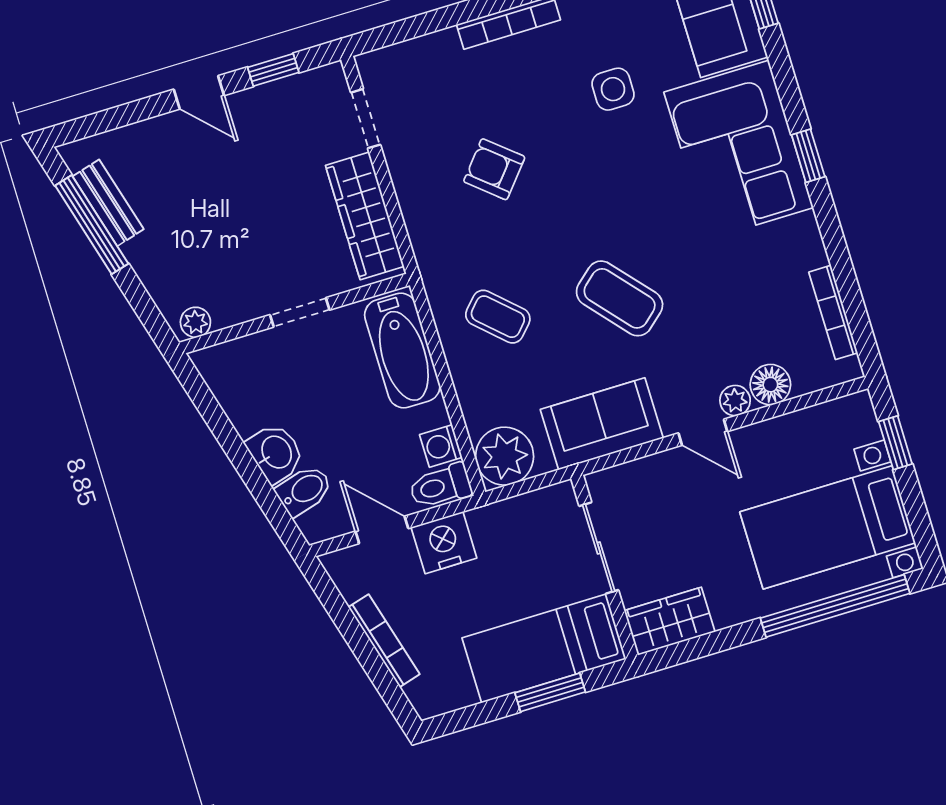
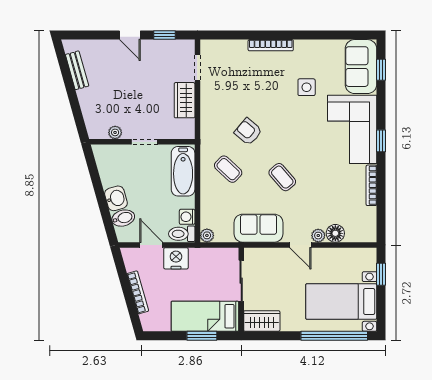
armchair: (494, 169) -> (248, 132), moved
wardrobe: (365, 216) -> (185, 100), width x0.67
window: (92, 225) -> (67, 77), removed
coffee table: (620, 298) -> (282, 177), width x0.73, depth x0.77
bookcase: (833, 312) -> (371, 185), moved
plant: (195, 322) -> (115, 132), moved
plant: (505, 456) -> (207, 235), width x0.53, depth x0.53

